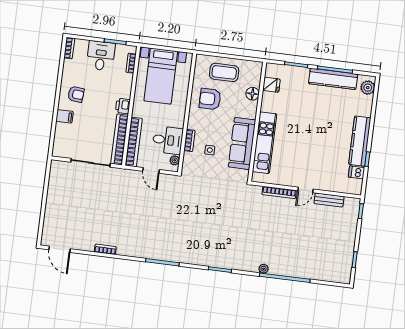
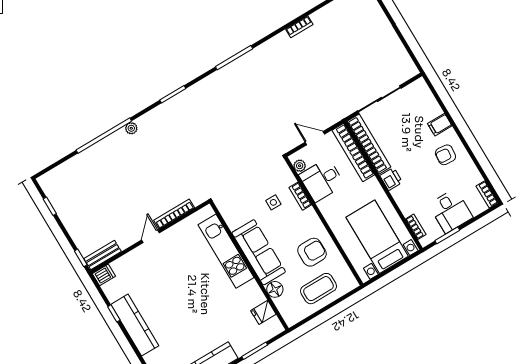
sofa: (242, 143) -> (259, 252), moved
dishwasher: (357, 172) -> (104, 275), moved
bench: (329, 200) -> (103, 255), moved

